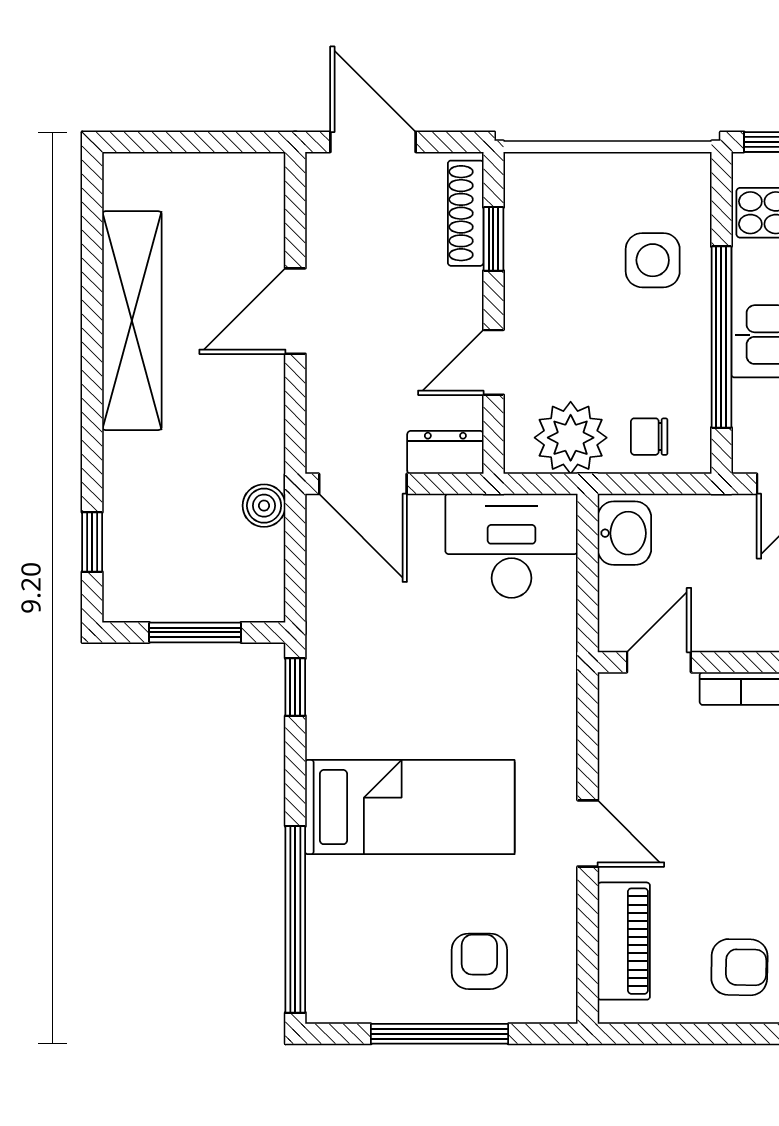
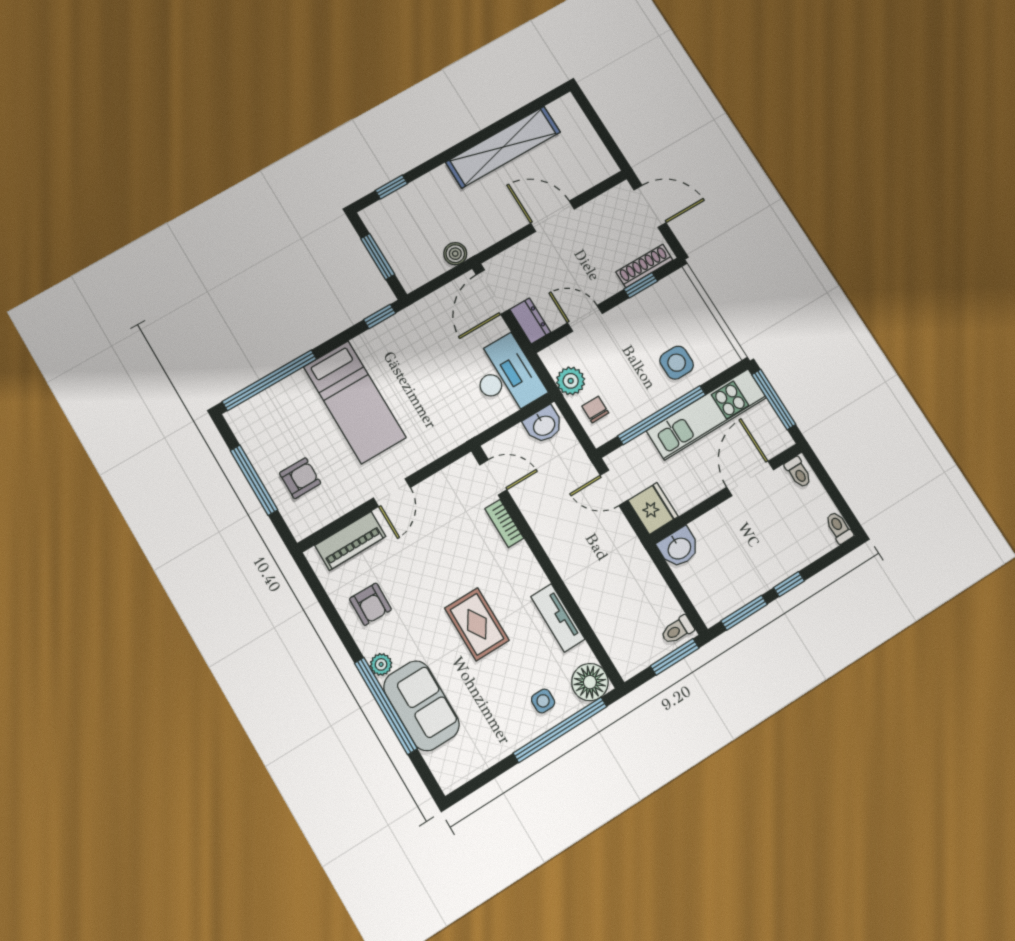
door: (373, 142) -> (650, 206), hinge flipped
plant: (571, 438) -> (571, 381), width x0.73, depth x0.73

